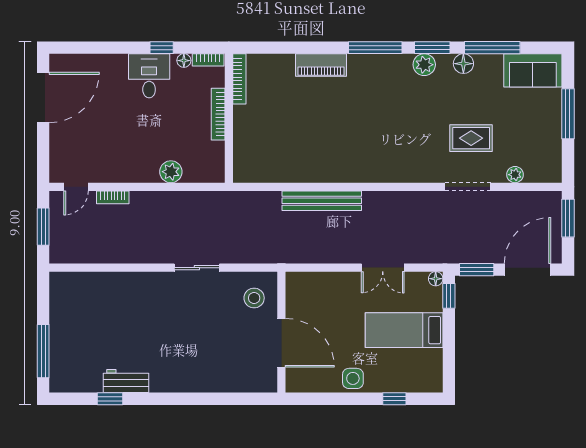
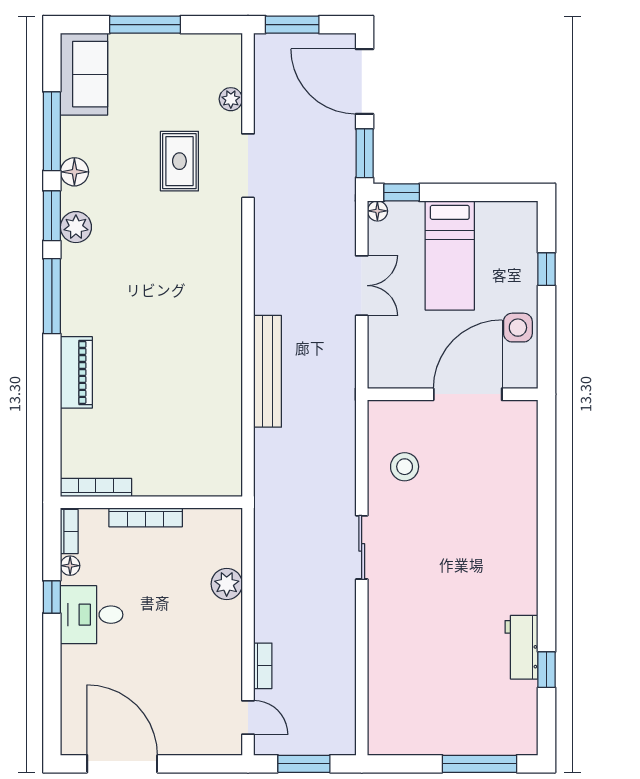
wall: (281, 332) -> (453, 394), moved
door: (281, 343) -> (468, 394), moved

